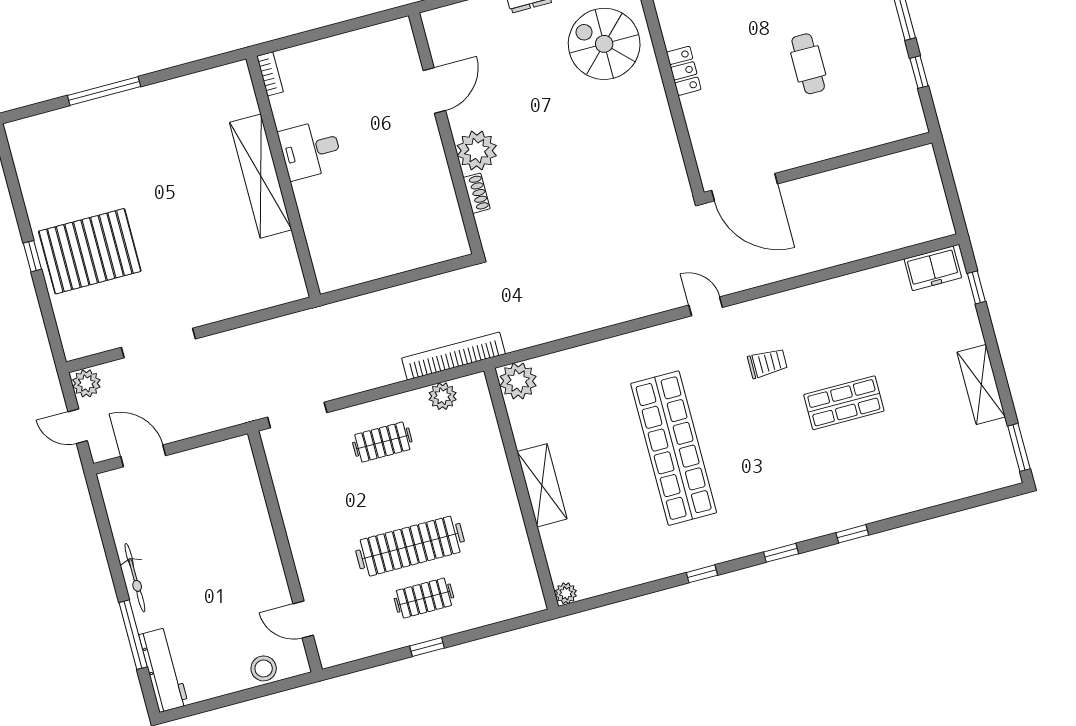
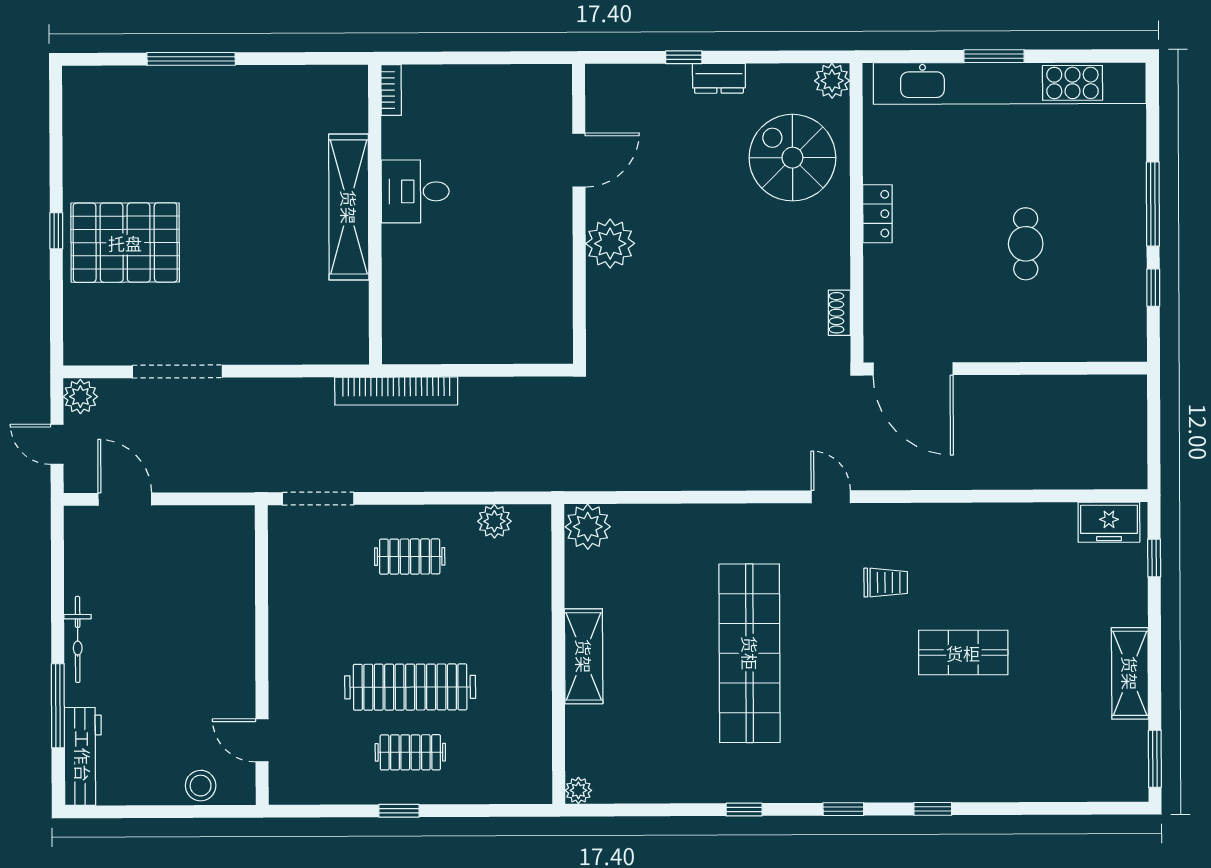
shoe rack: (477, 193) -> (839, 313), moved, turned 180
bookcase: (453, 356) -> (396, 391), moved, turned 180

